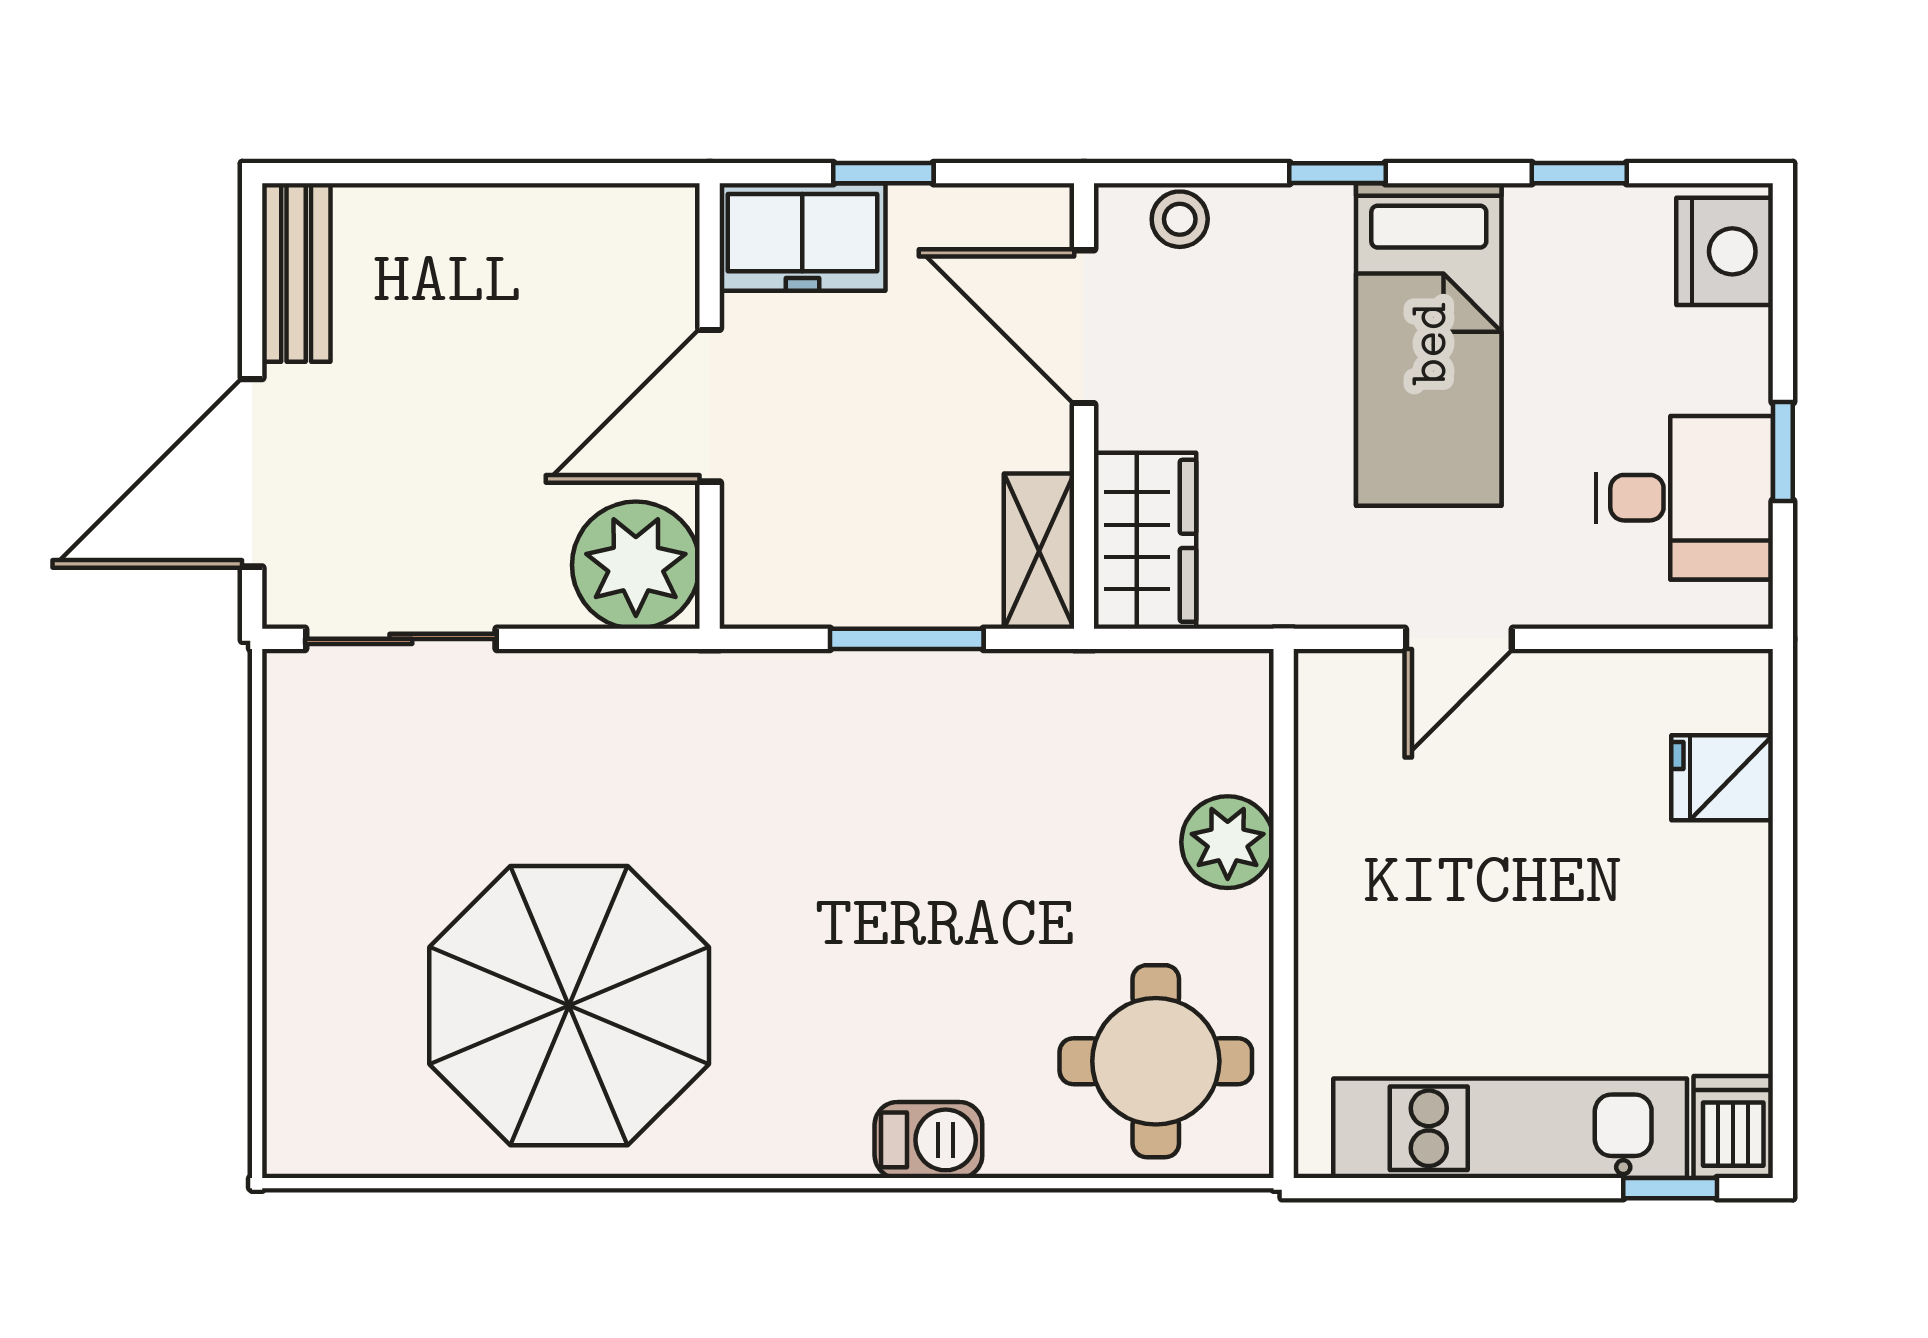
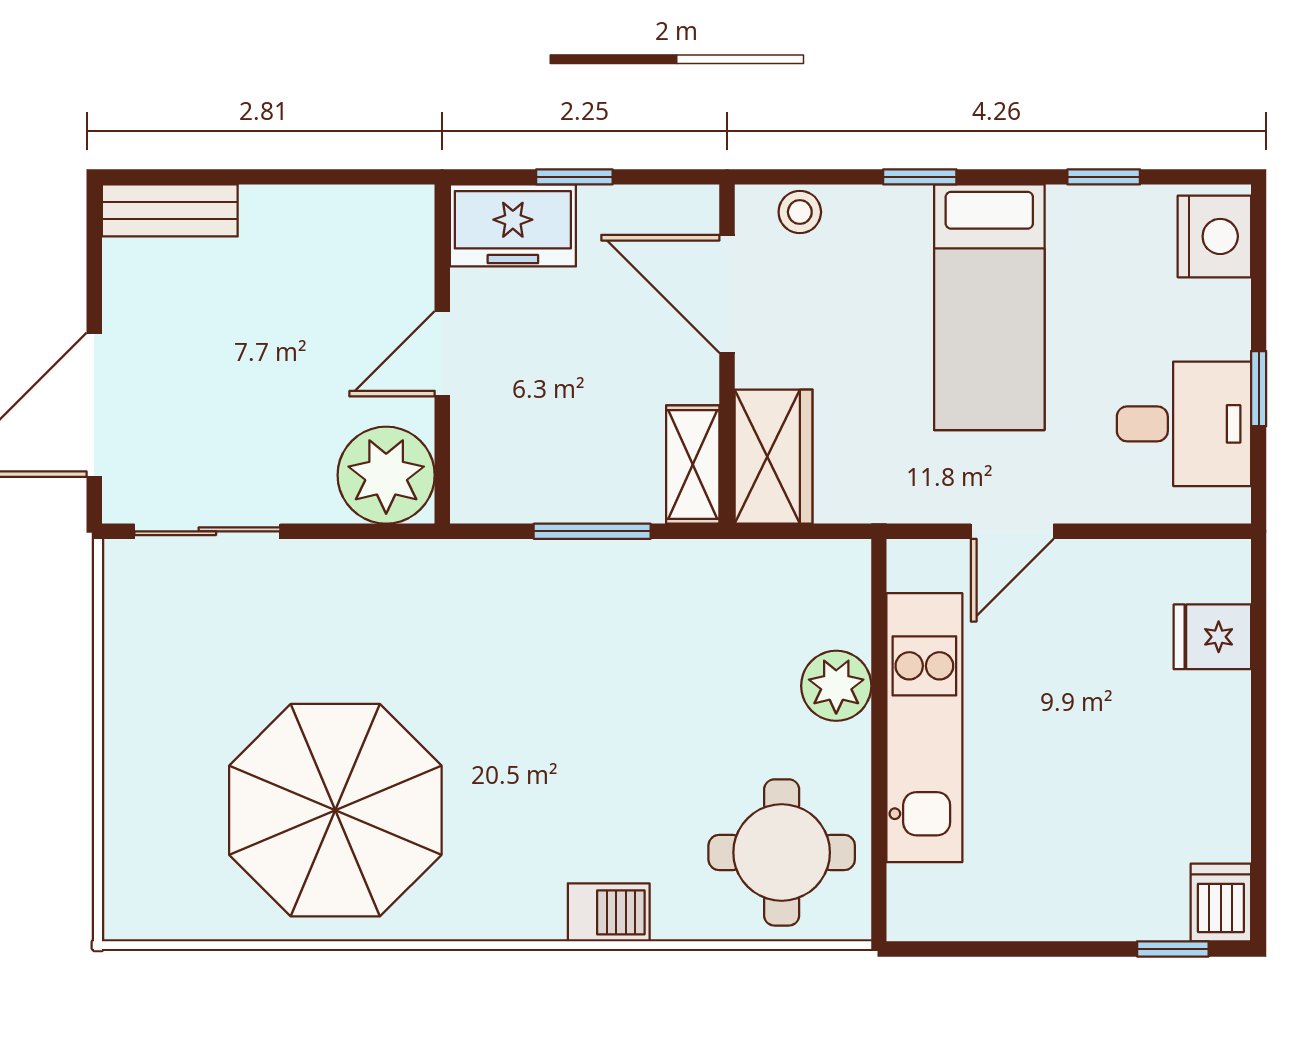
bench: (296, 272) -> (170, 210), moved, turned 90
door: (710, 406) -> (442, 354), width x0.73
kitchen unit: (1510, 1128) -> (924, 728), moved, turned 90

